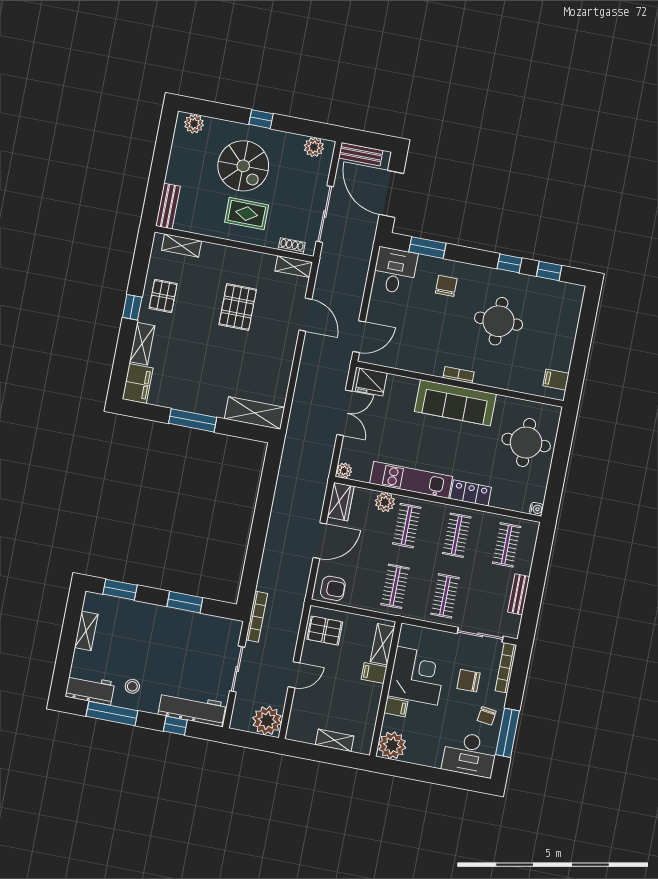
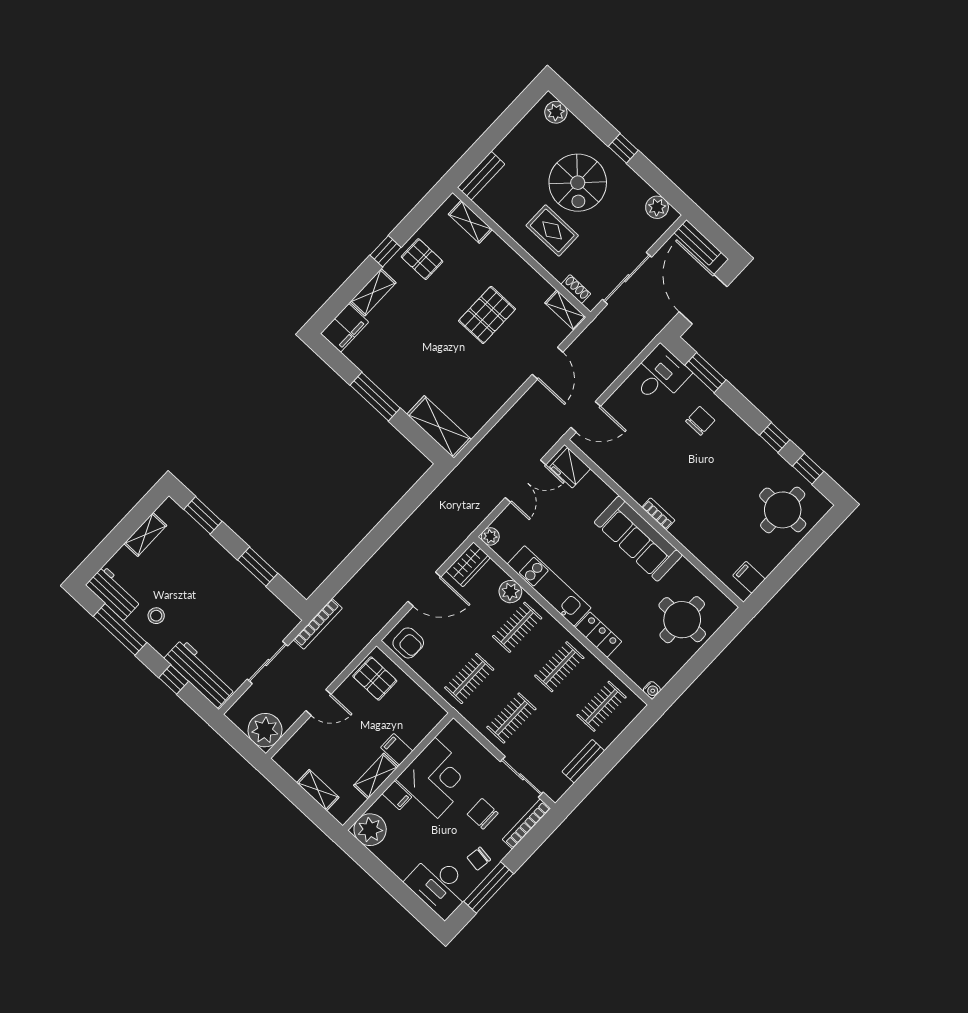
pallet: (163, 296) -> (422, 259), turned 90
round table: (499, 321) -> (783, 510), moved
shelving: (382, 644) -> (376, 776), moved

